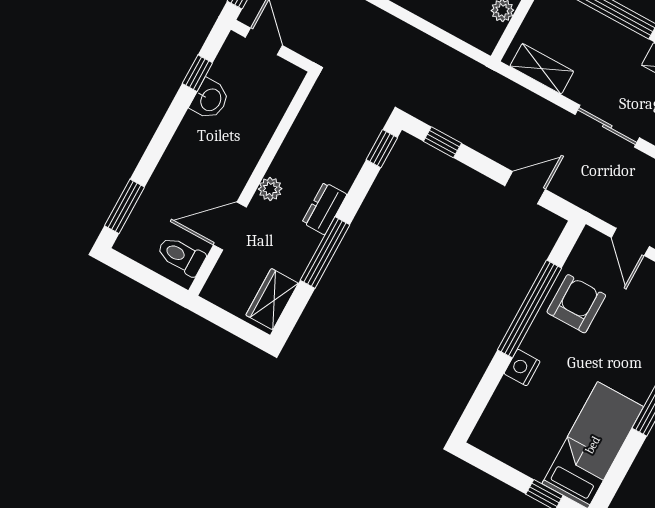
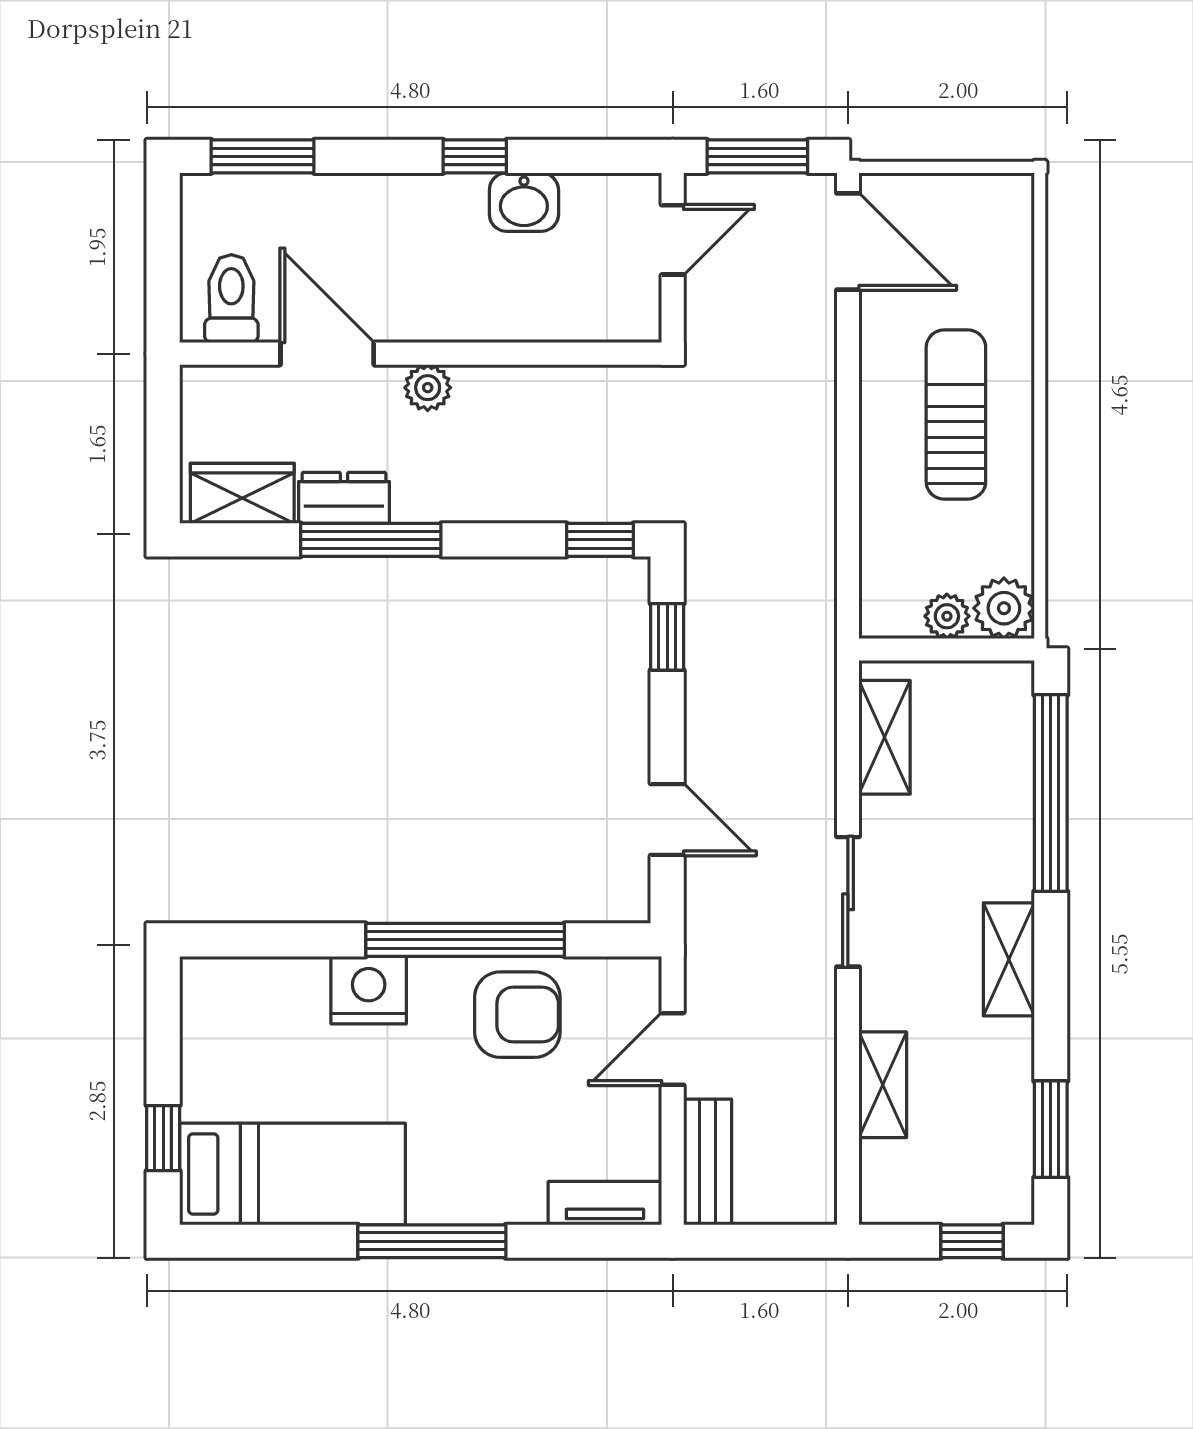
window: (197, 73) -> (475, 156), moved
dresser: (324, 208) -> (344, 498), moved
nightstand: (522, 368) -> (369, 990), width x1.36, depth x1.33

